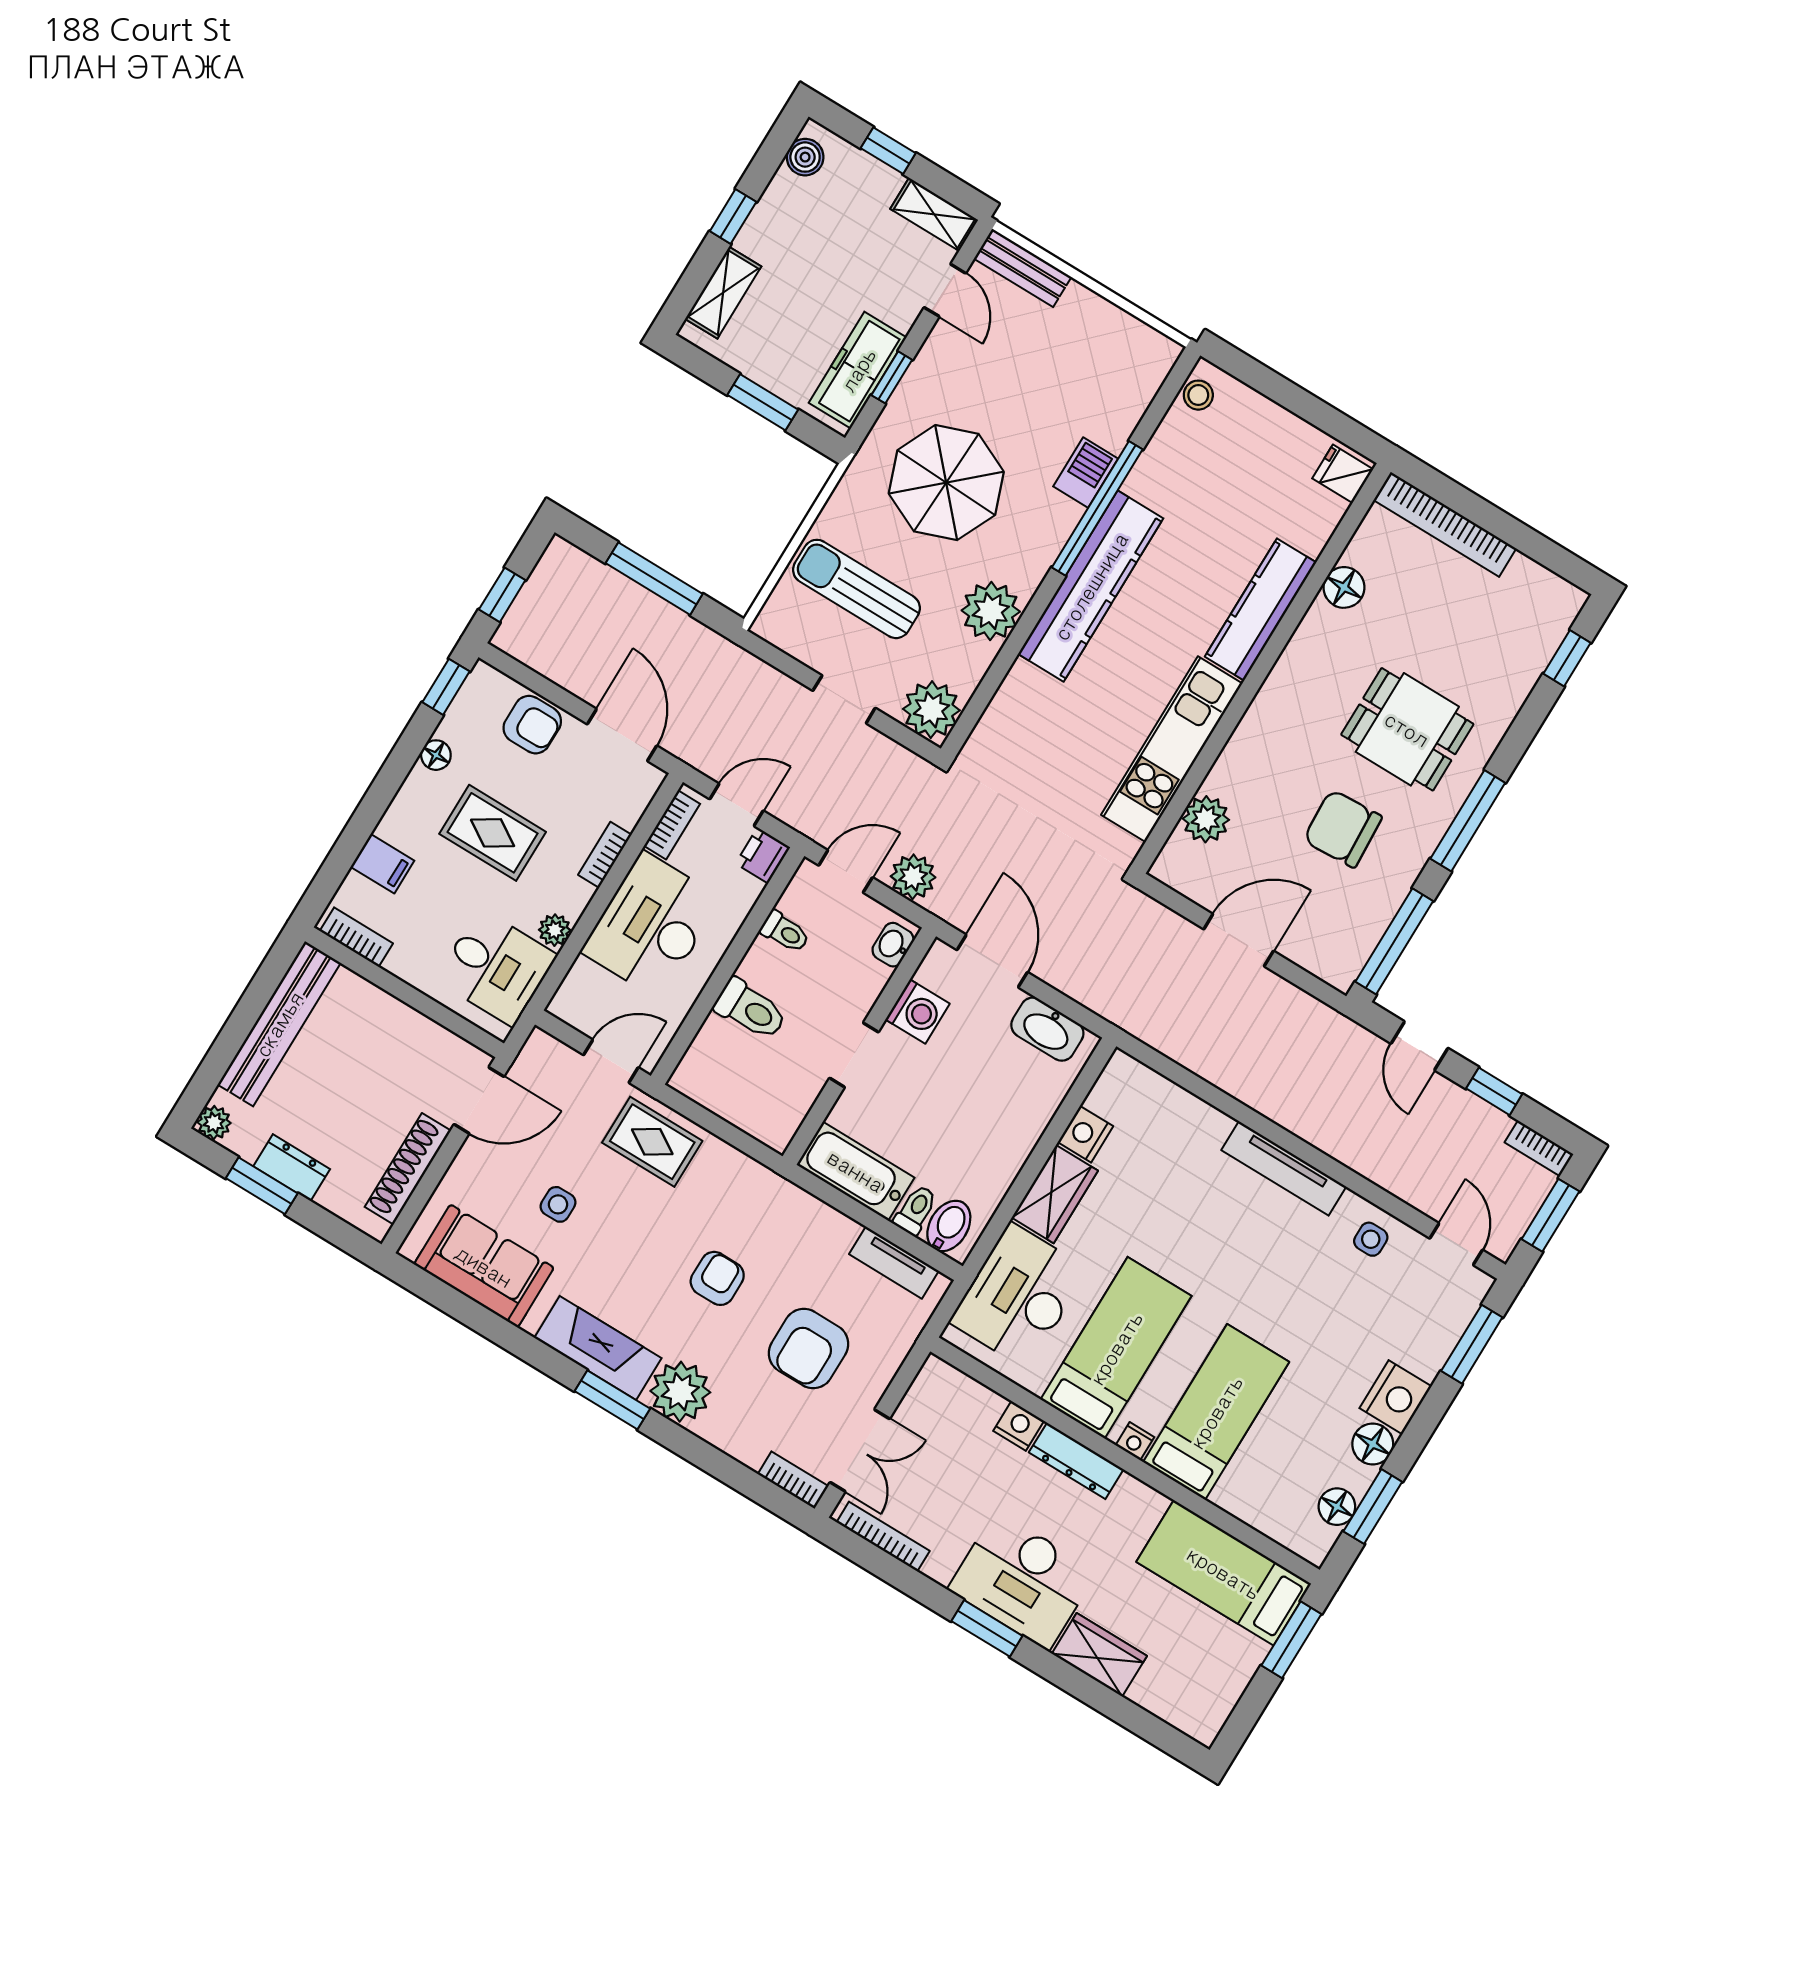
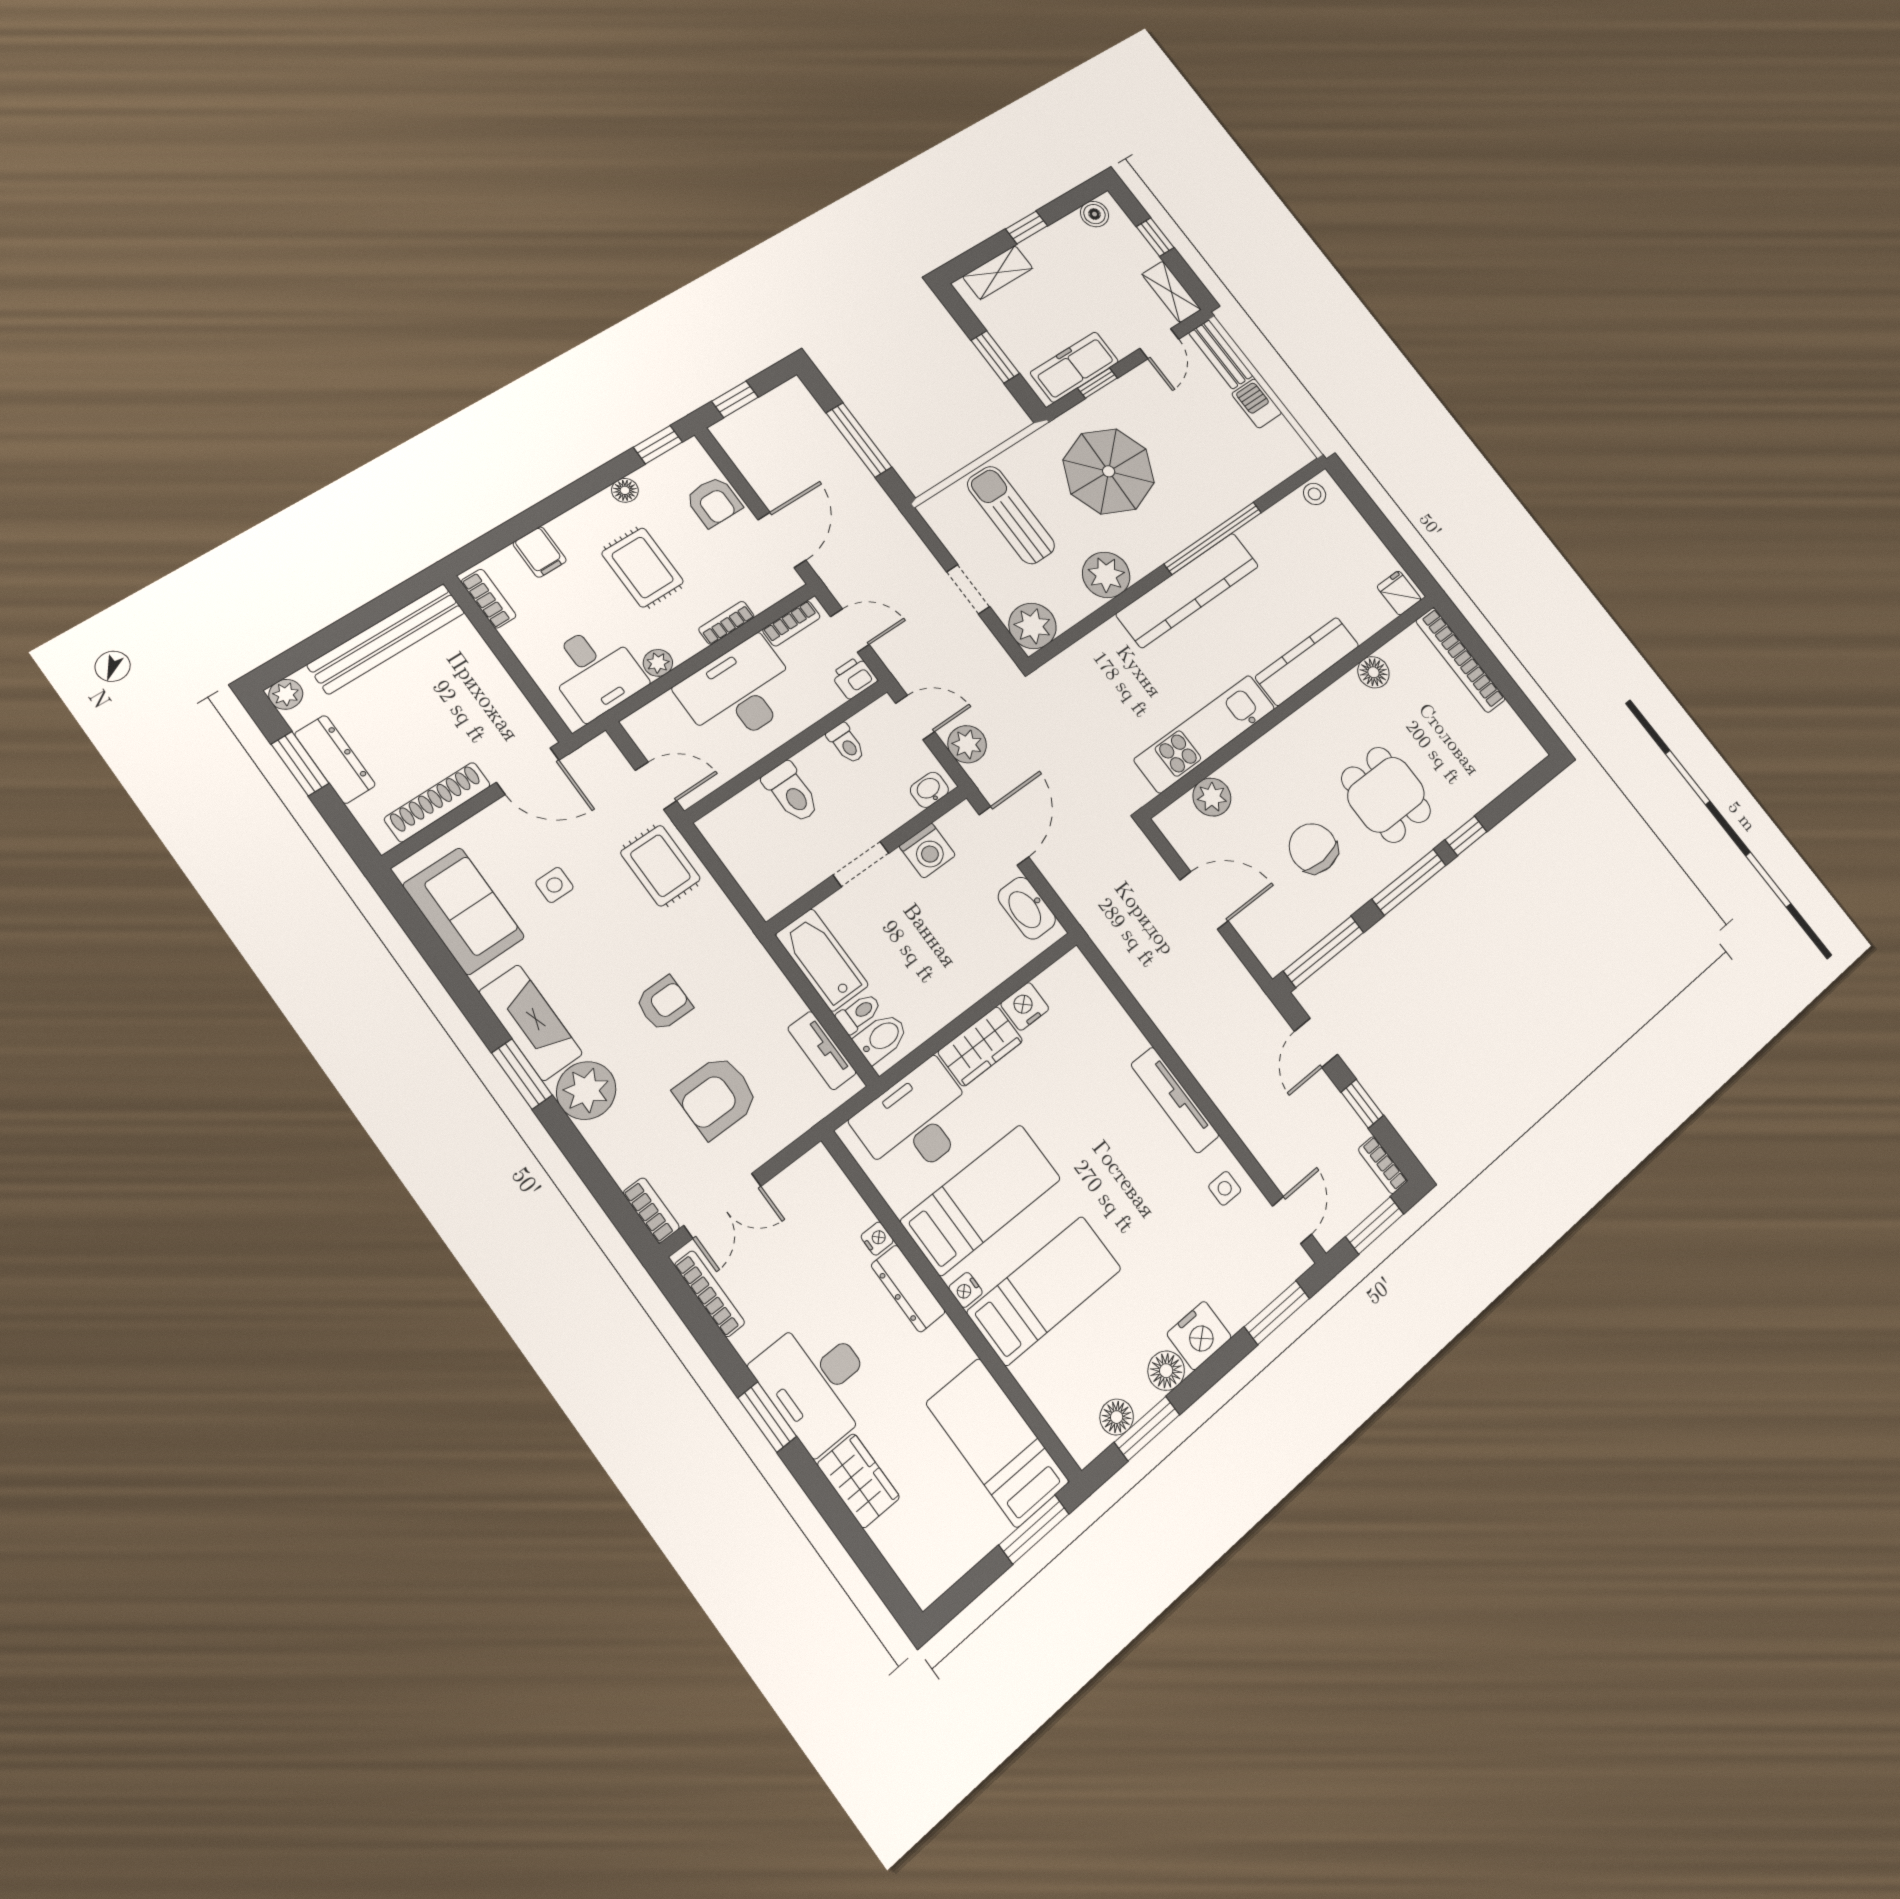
barbecue: (1086, 473) -> (1257, 403), moved, turned -90
window: (1567, 658) -> (1466, 836), moved
dresser: (292, 1168) -> (335, 759), width x1.44
nightstand: (1019, 1426) -> (877, 1239), width x0.72, depth x0.74

